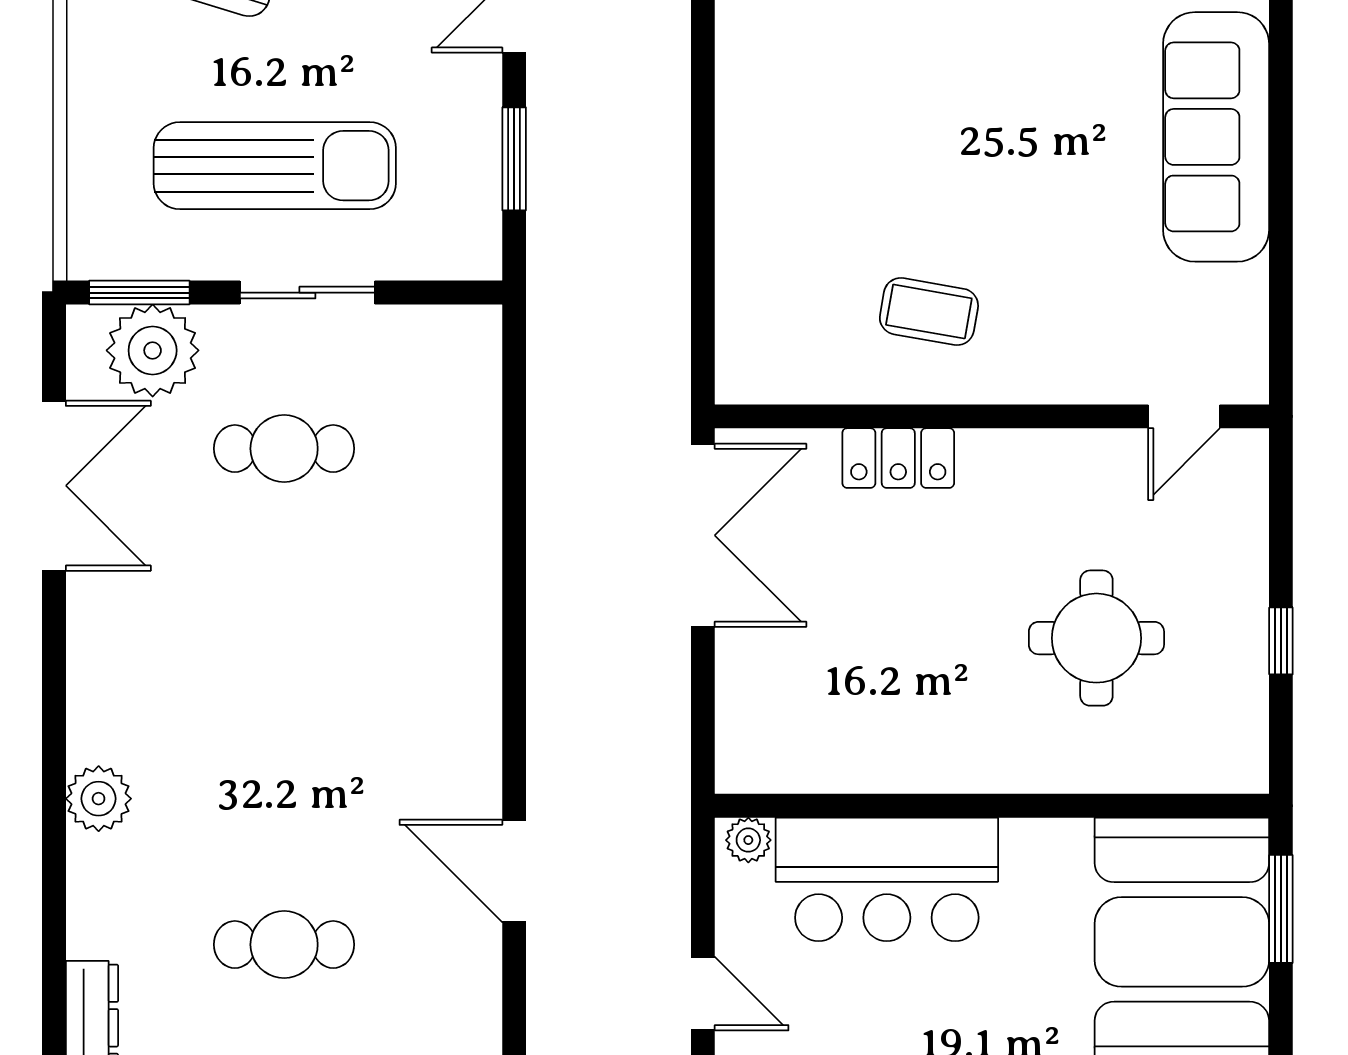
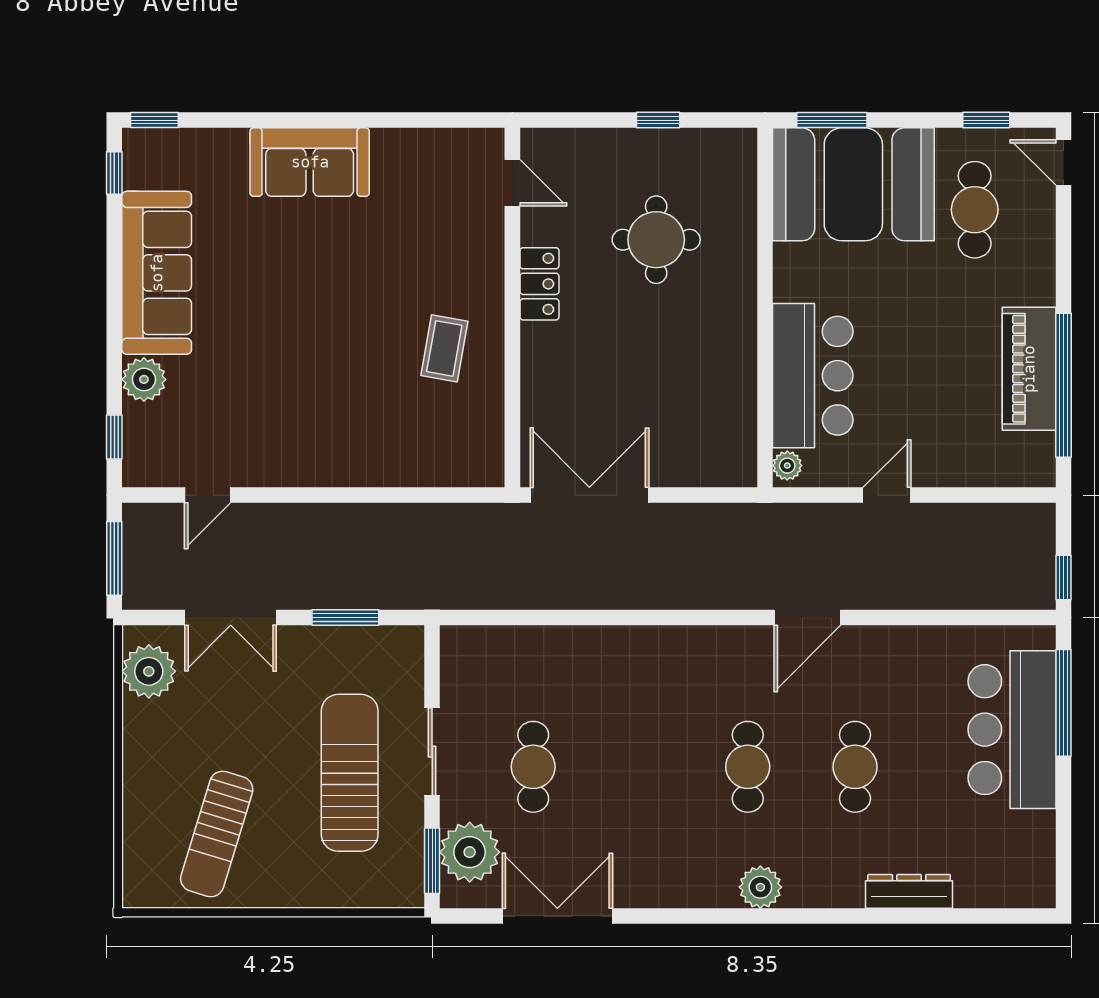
sofa: (1216, 137) -> (310, 162), width x0.73
locker: (898, 458) -> (539, 284), moved
cafe table: (284, 779) -> (748, 767), added

